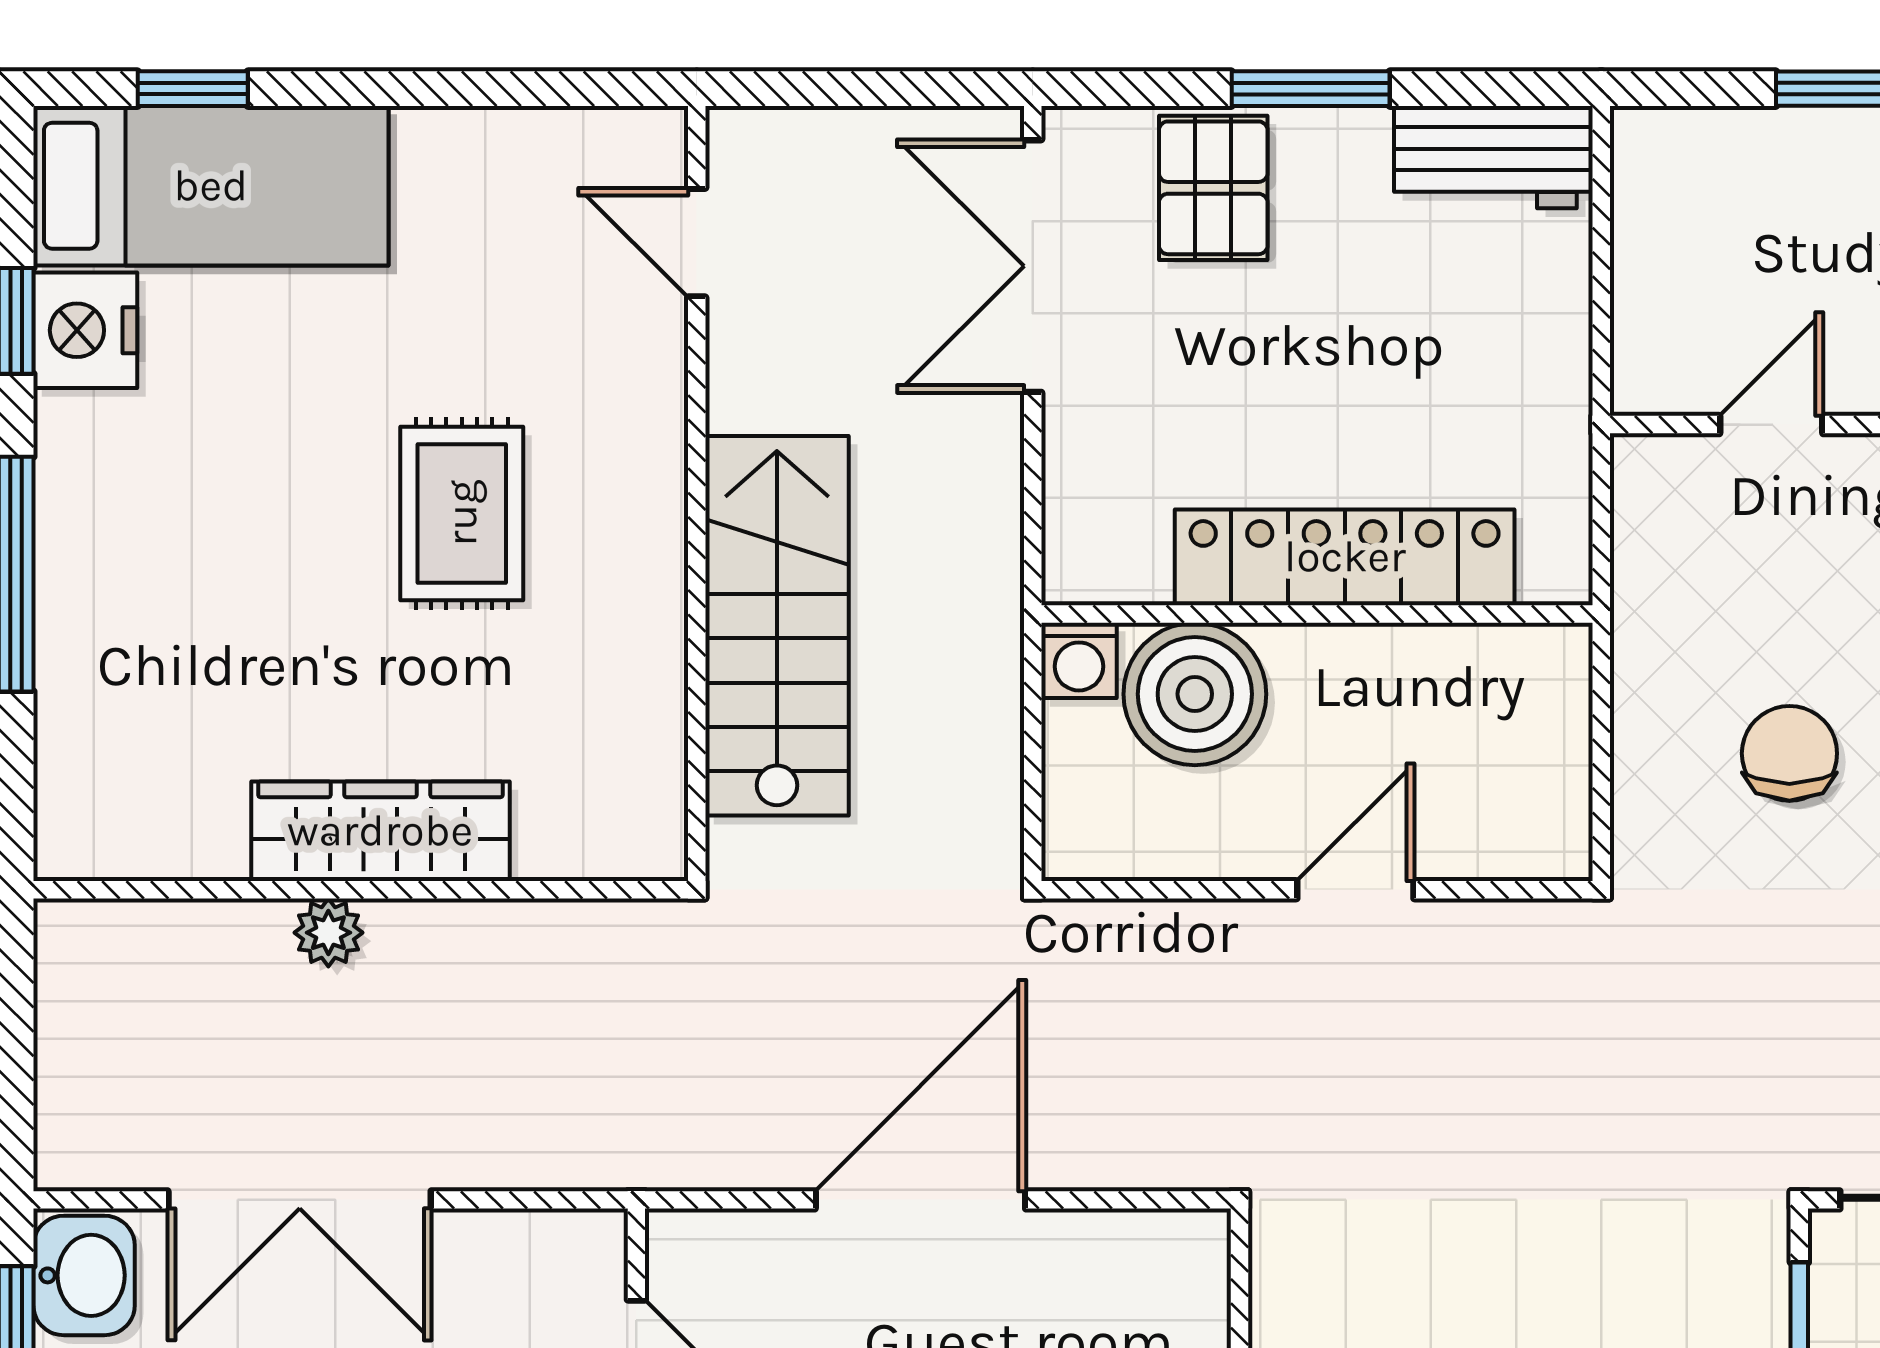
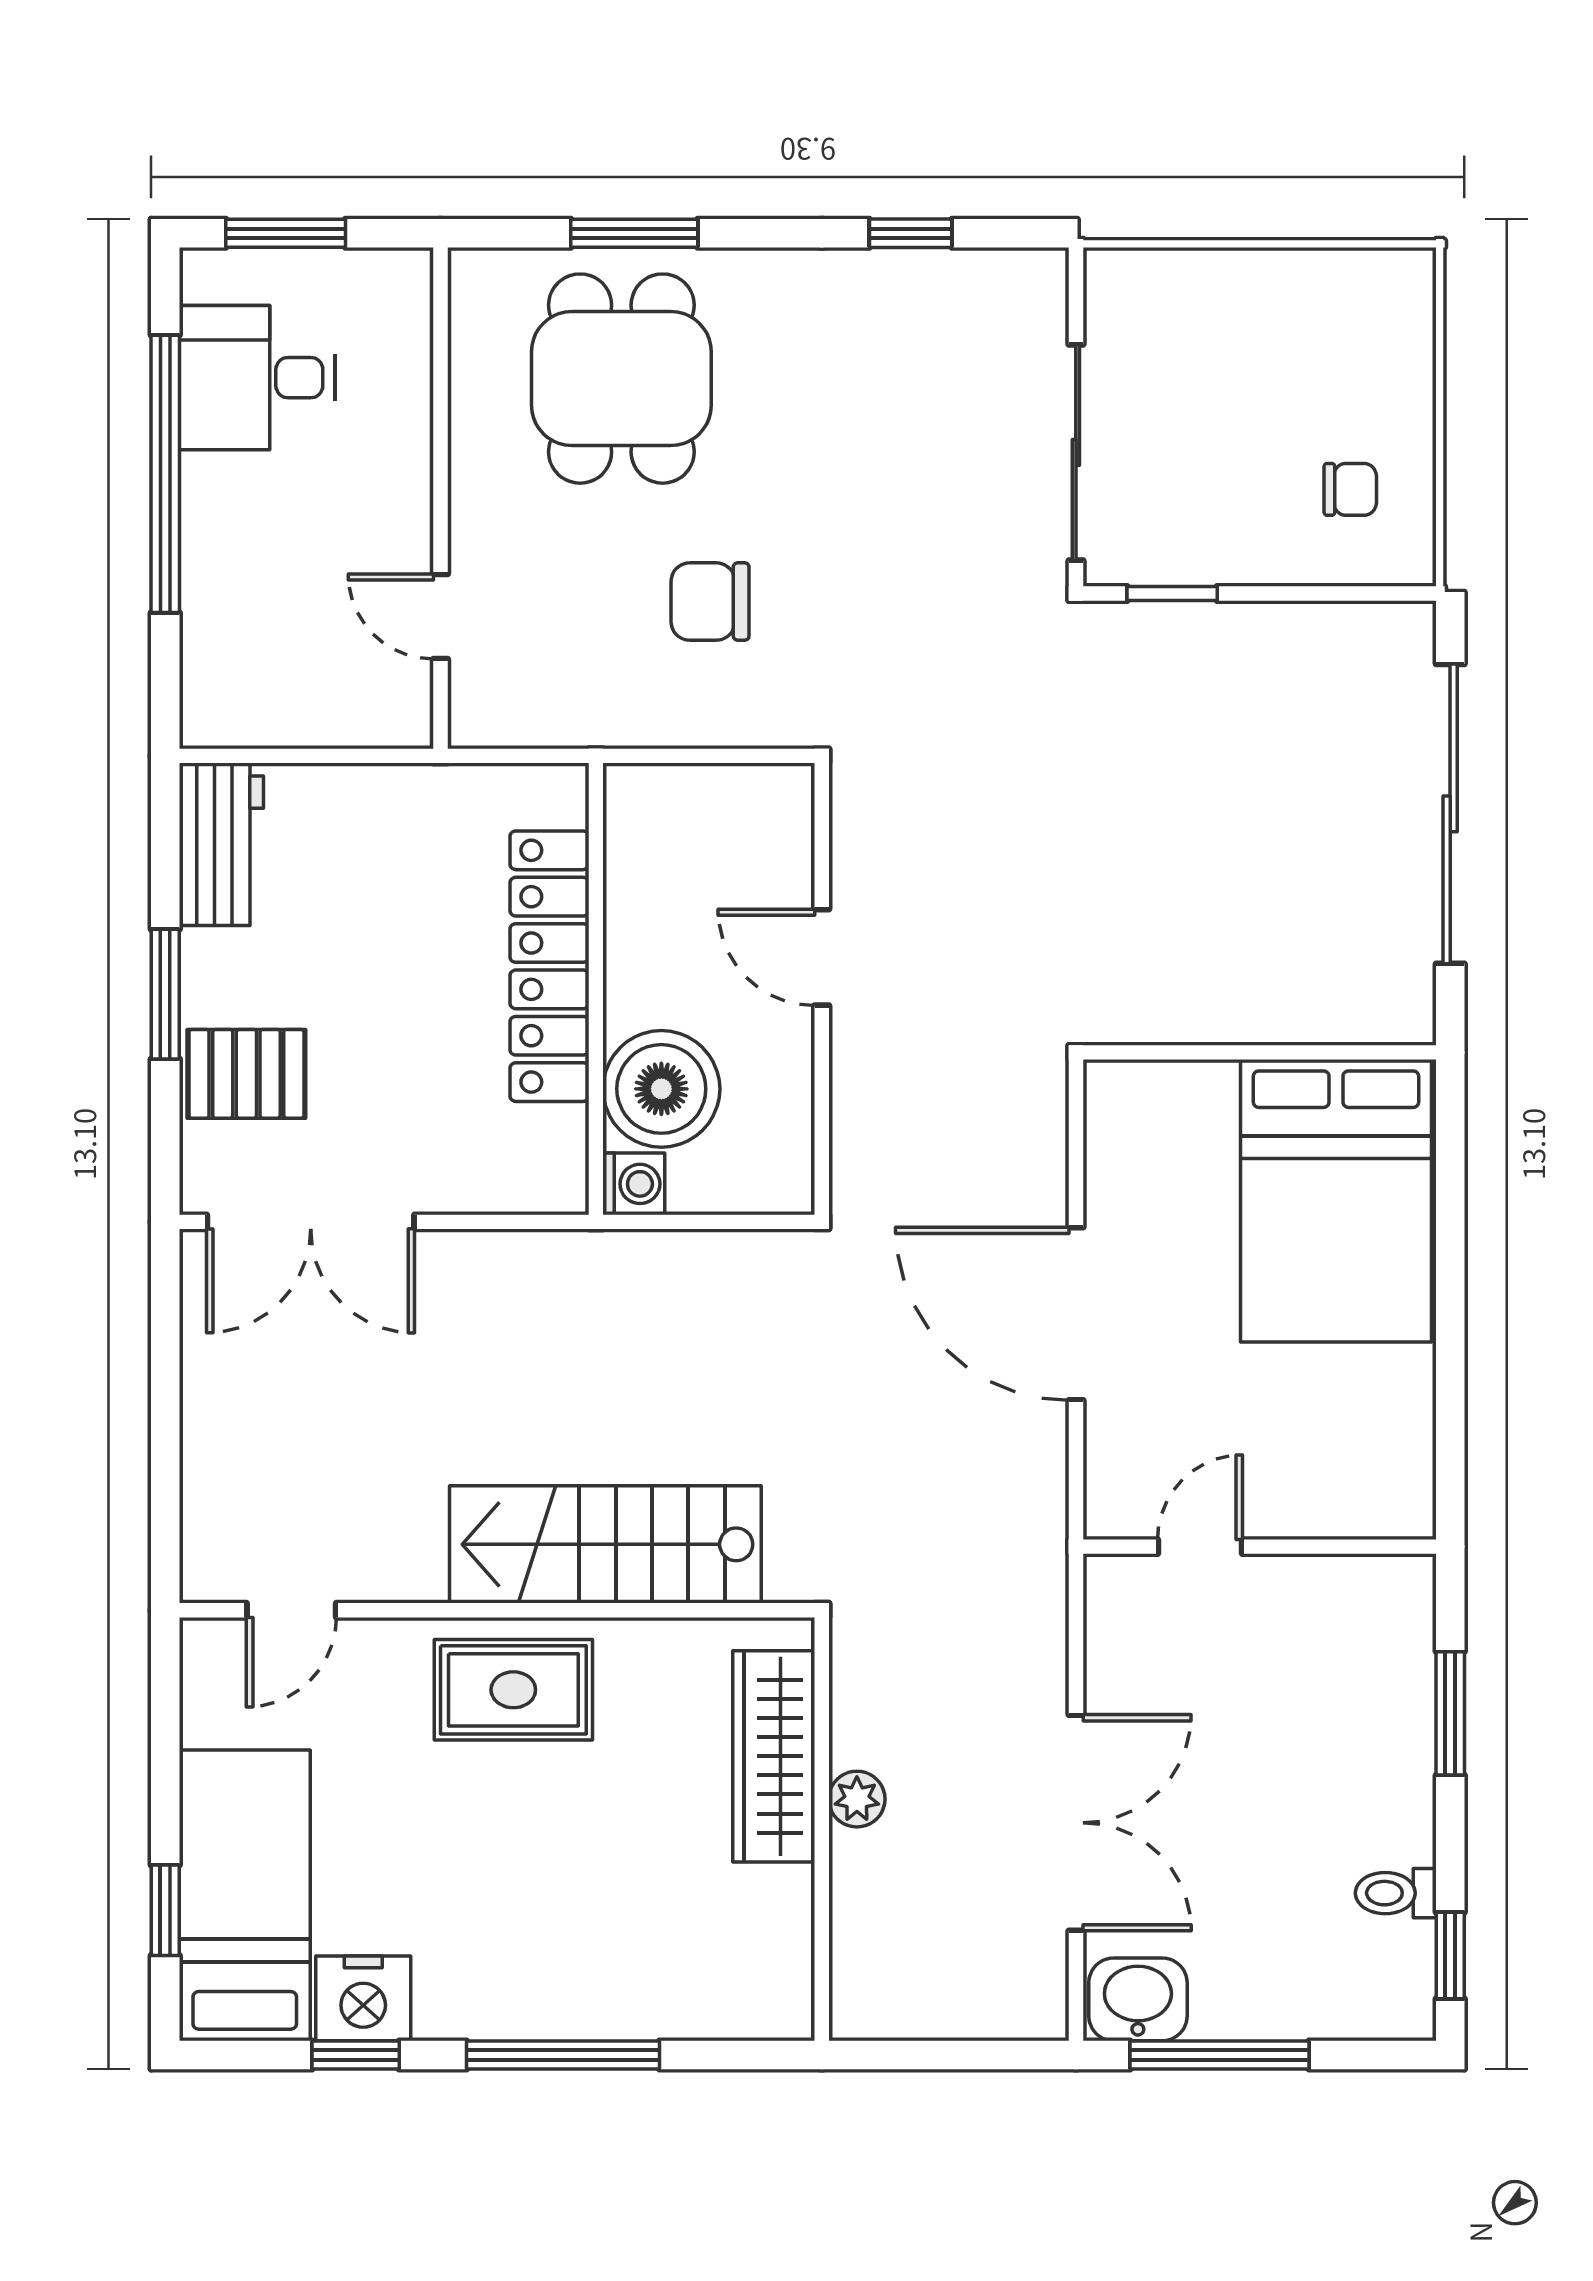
door: (697, 243) -> (291, 1610), moved
wall: (697, 493) -> (497, 1610), moved
stairs: (777, 626) -> (605, 1544), moved

